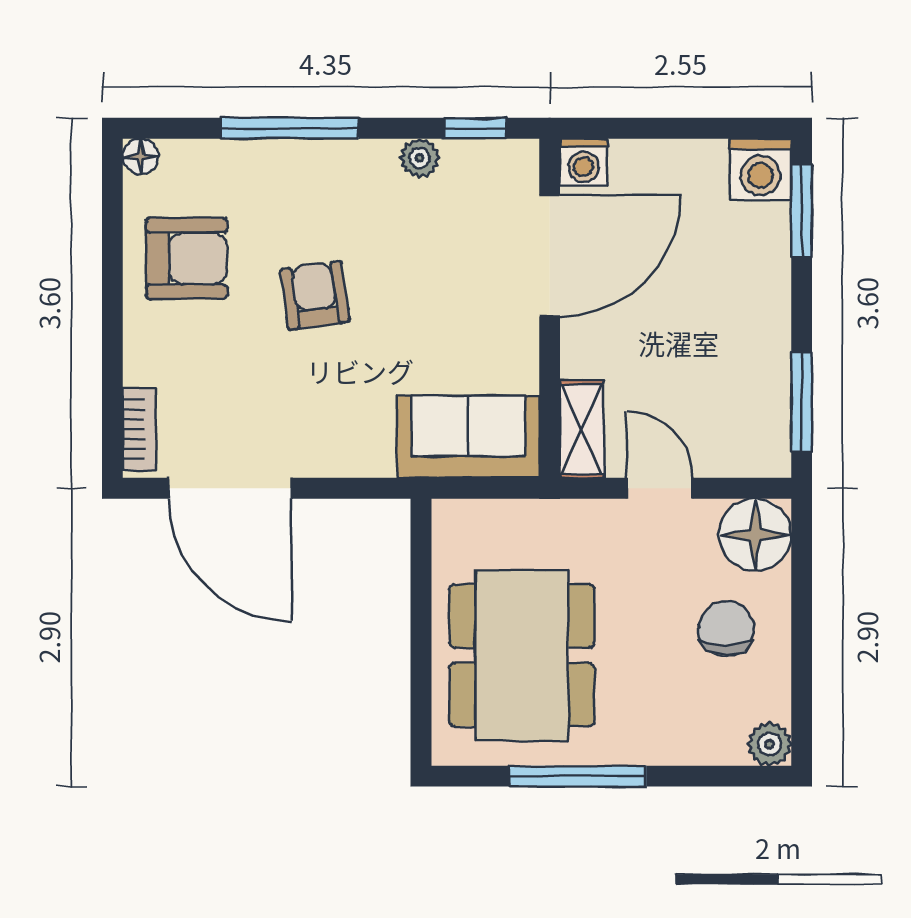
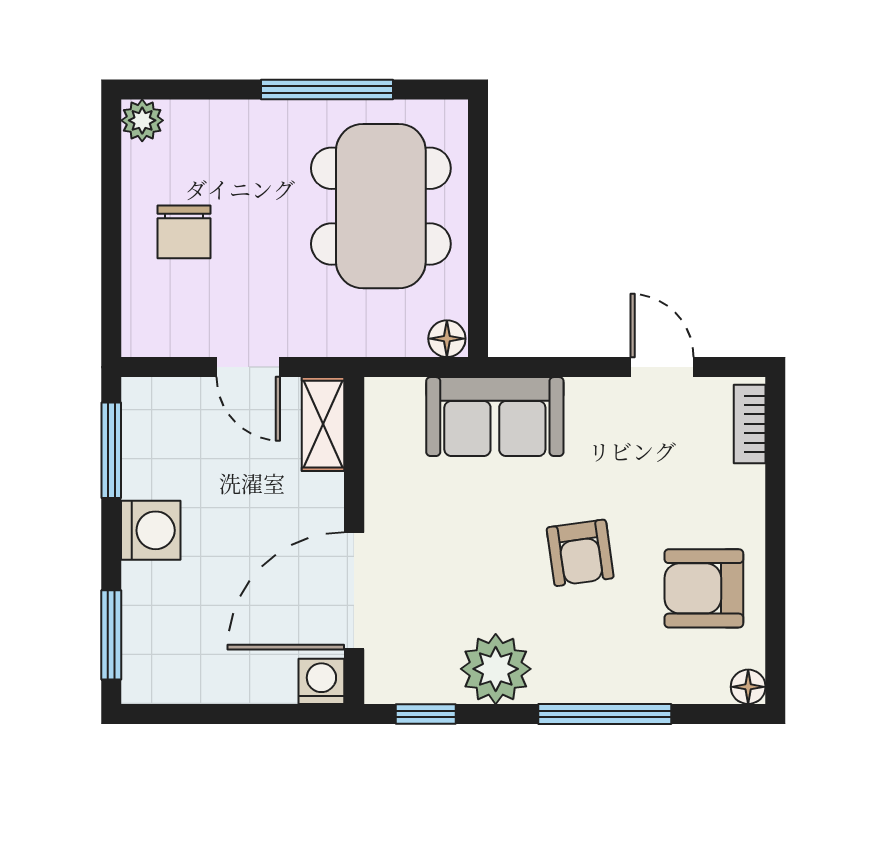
plant: (420, 158) -> (496, 669), width x1.87, depth x1.87
washing machine: (761, 169) -> (151, 530), moved, turned 90
sofa: (468, 437) -> (495, 417), moved
door: (230, 488) -> (662, 367), width x0.53
floor lamp: (755, 535) -> (447, 339), moved, width x0.53, depth x0.53

